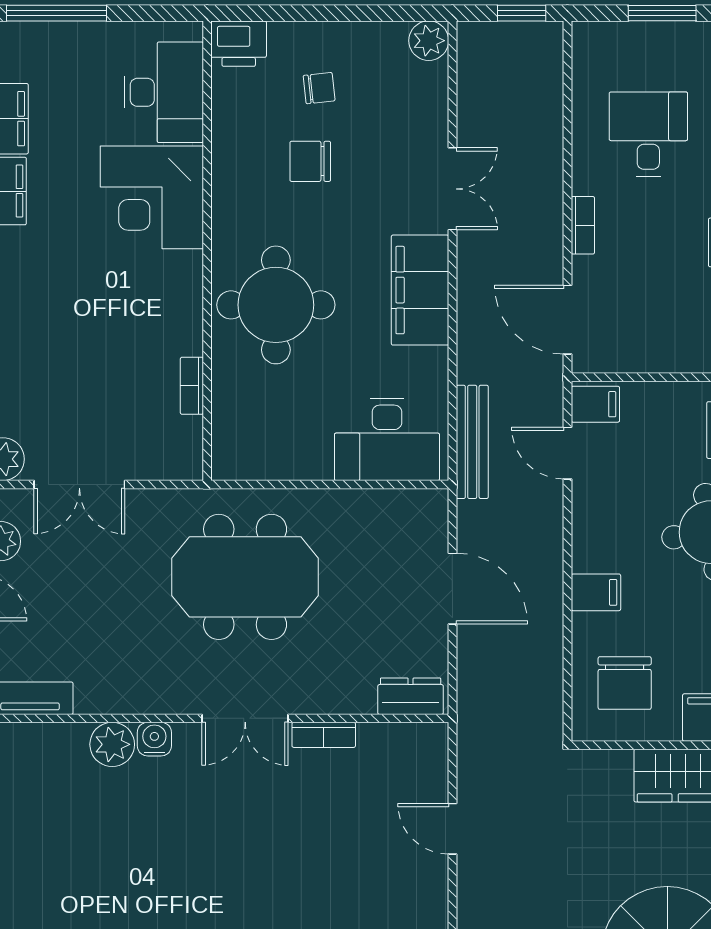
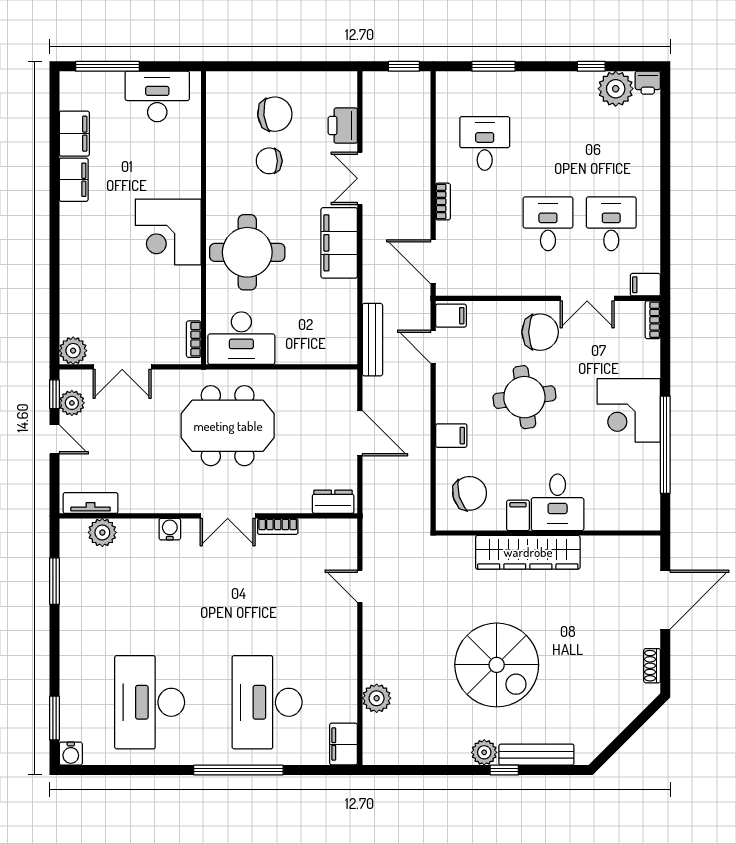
plant: (429, 41) -> (345, 84), removed
printer: (239, 44) -> (343, 126), moved, turned 90
chair: (319, 88) -> (275, 114), width x1.87, depth x1.87
desk: (164, 92) -> (157, 96), moved, turned -90
double door: (452, 189) -> (360, 178), swing flipped
corner desk: (152, 197) -> (168, 232), moved
bookcase: (192, 386) -> (194, 339), moved
desk: (387, 440) -> (241, 338), moved
chair: (625, 683) -> (470, 493), turned -106
plant: (112, 744) -> (102, 532), moved

